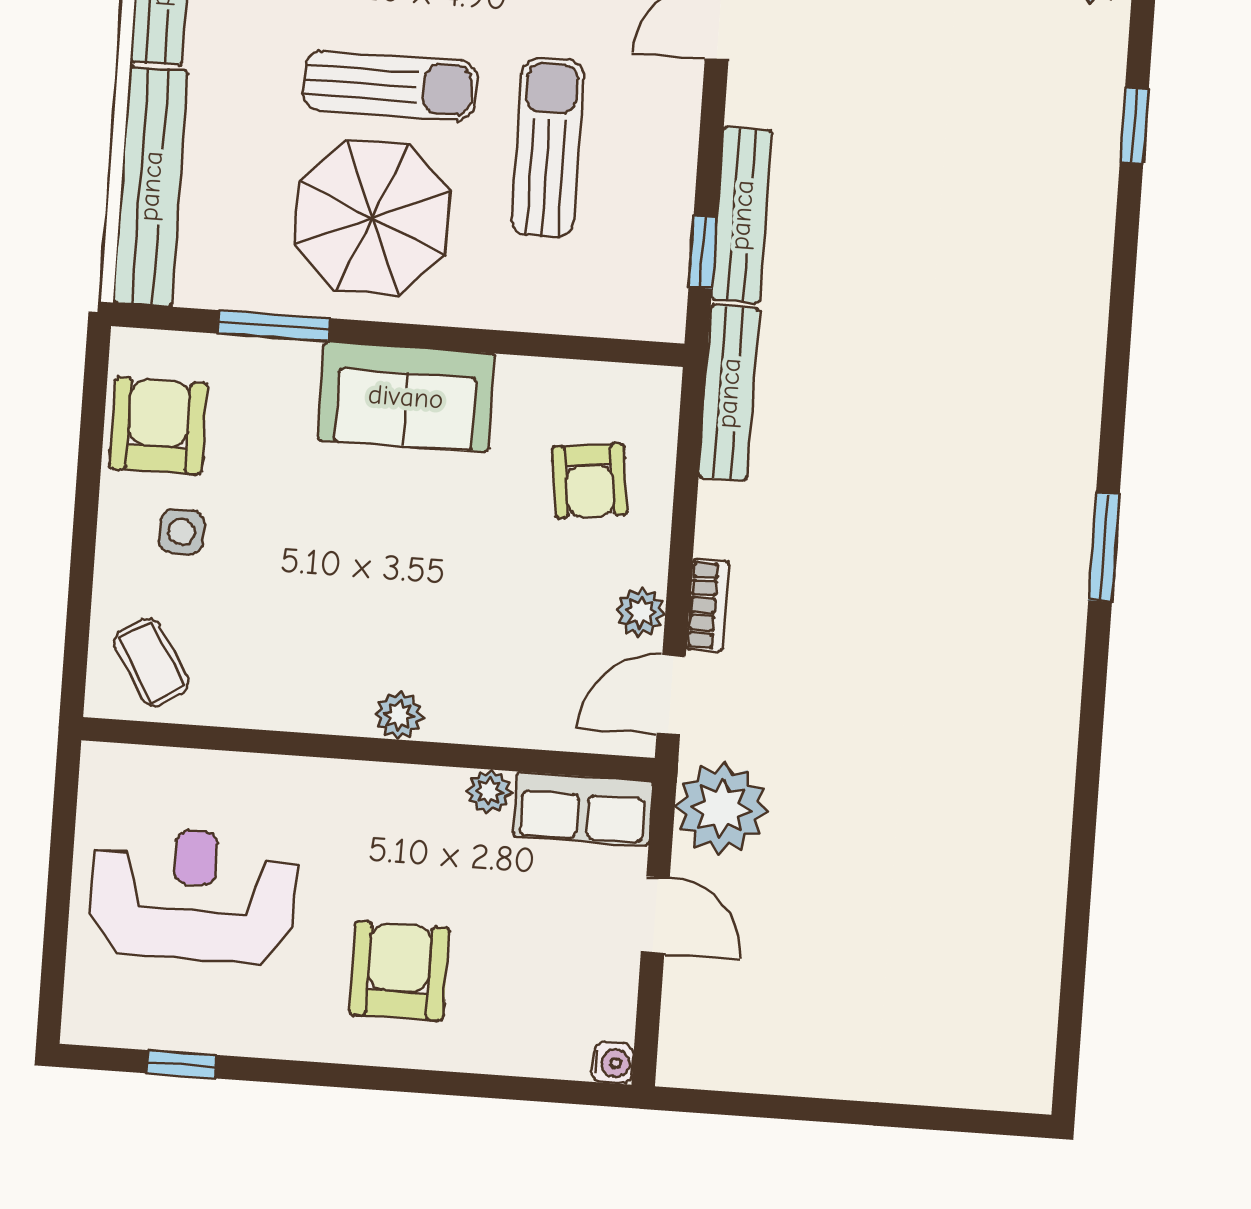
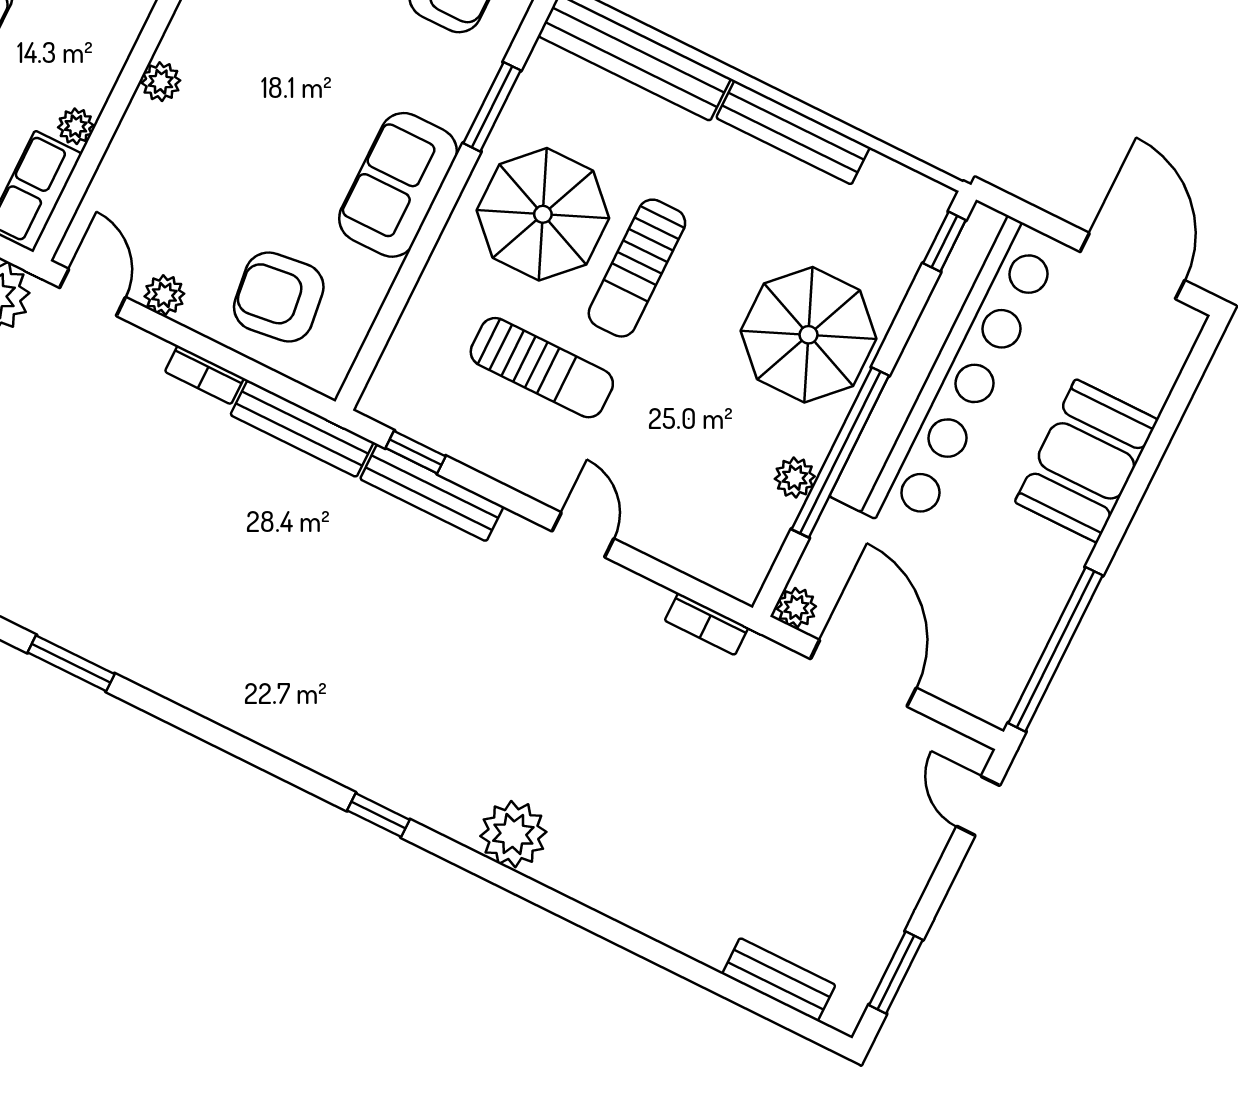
armchair: (590, 481) -> (279, 297), width x1.38, depth x1.38
bookcase: (708, 605) -> (204, 375), moved

